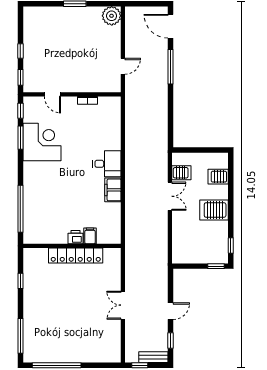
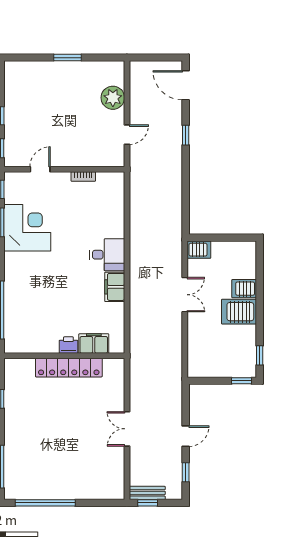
plant: (112, 16) -> (113, 98), moved
window: (171, 67) -> (186, 135), width x0.46
door: (52, 94) -> (40, 169), swing flipped
server rack: (181, 173) -> (199, 250), moved
server rack: (218, 177) -> (244, 289), moved
filing cabinet: (90, 236) -> (94, 344), width x2.00
bench: (153, 357) -> (147, 493), moved

